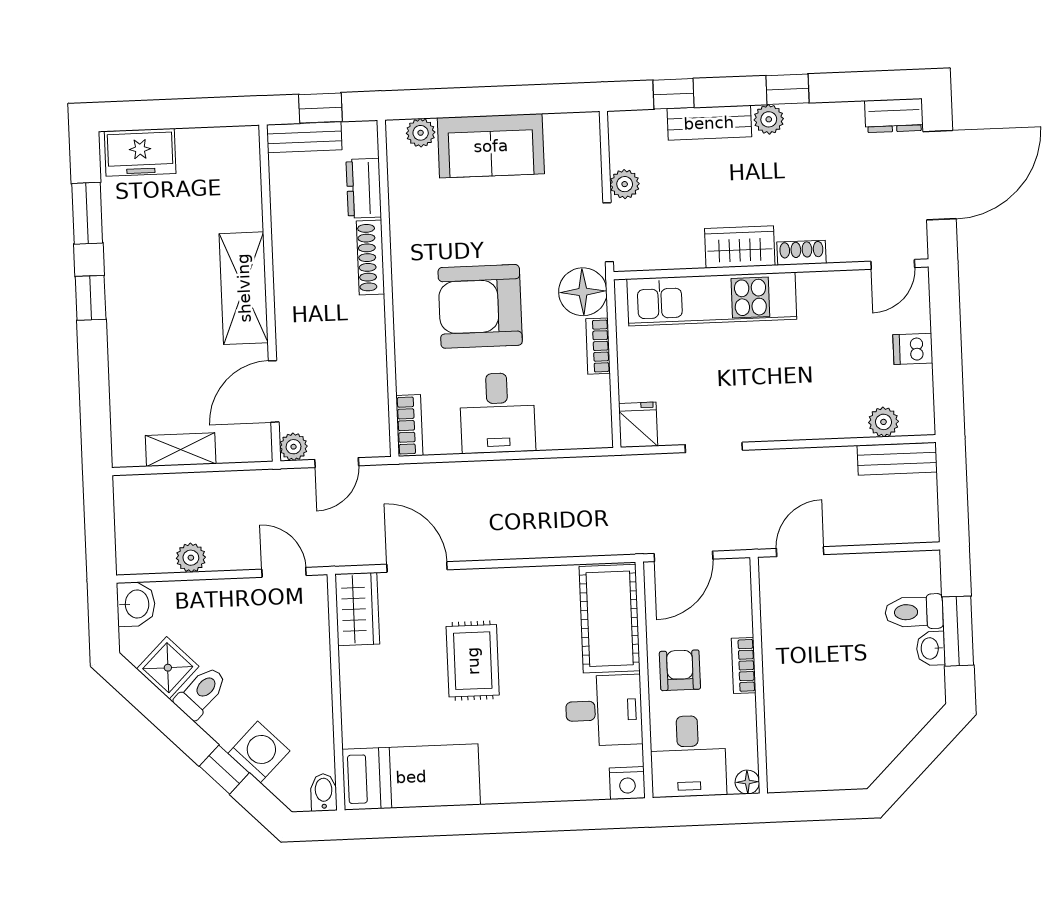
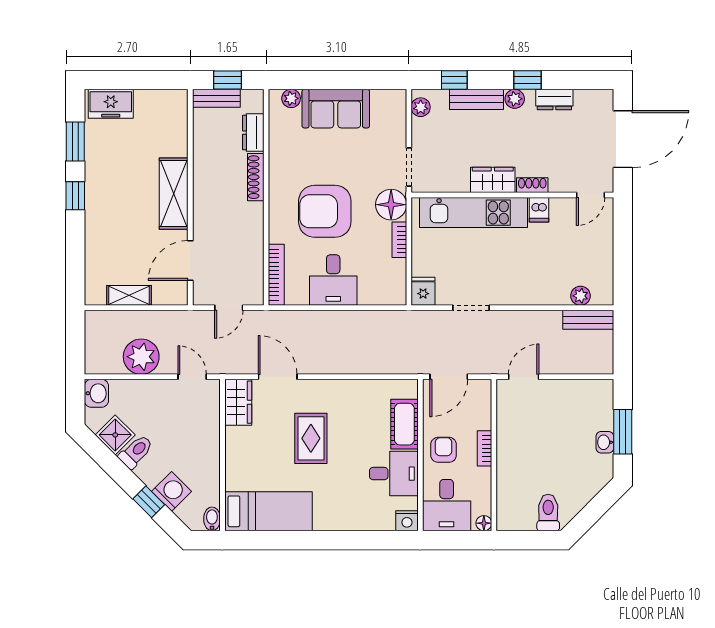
dresser: (894, 116) -> (554, 100), moved
plant: (625, 184) -> (421, 107), moved
dishwasher: (913, 349) -> (539, 210), moved, turned -90
bookcase: (409, 425) -> (276, 275), width x1.56
plant: (294, 447) -> (202, 296), removed
plant: (191, 558) -> (141, 357), width x1.87, depth x1.87
toilet: (914, 612) -> (548, 513), moved, turned 90
cot: (610, 619) -> (404, 424), width x0.73, depth x0.75

